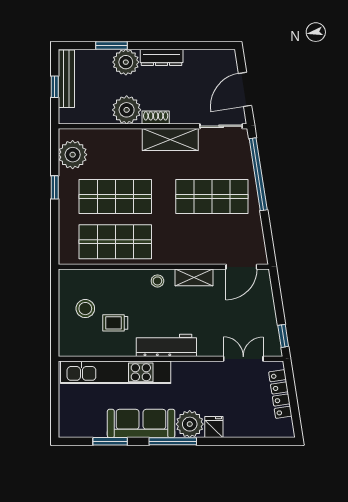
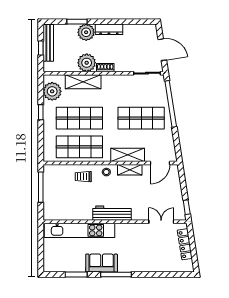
door: (245, 89) -> (162, 50), swing flipped
shelving: (170, 140) -> (83, 82), moved
shelving: (191, 254) -> (128, 155), added
window: (55, 305) -> (41, 187), added
stool: (85, 309) -> (60, 190), removed
trolley: (115, 323) -> (83, 177), moved
sofa: (141, 423) -> (102, 263), width x0.73
plant: (190, 424) -> (127, 263), removed
fridge: (214, 427) -> (142, 265), removed

